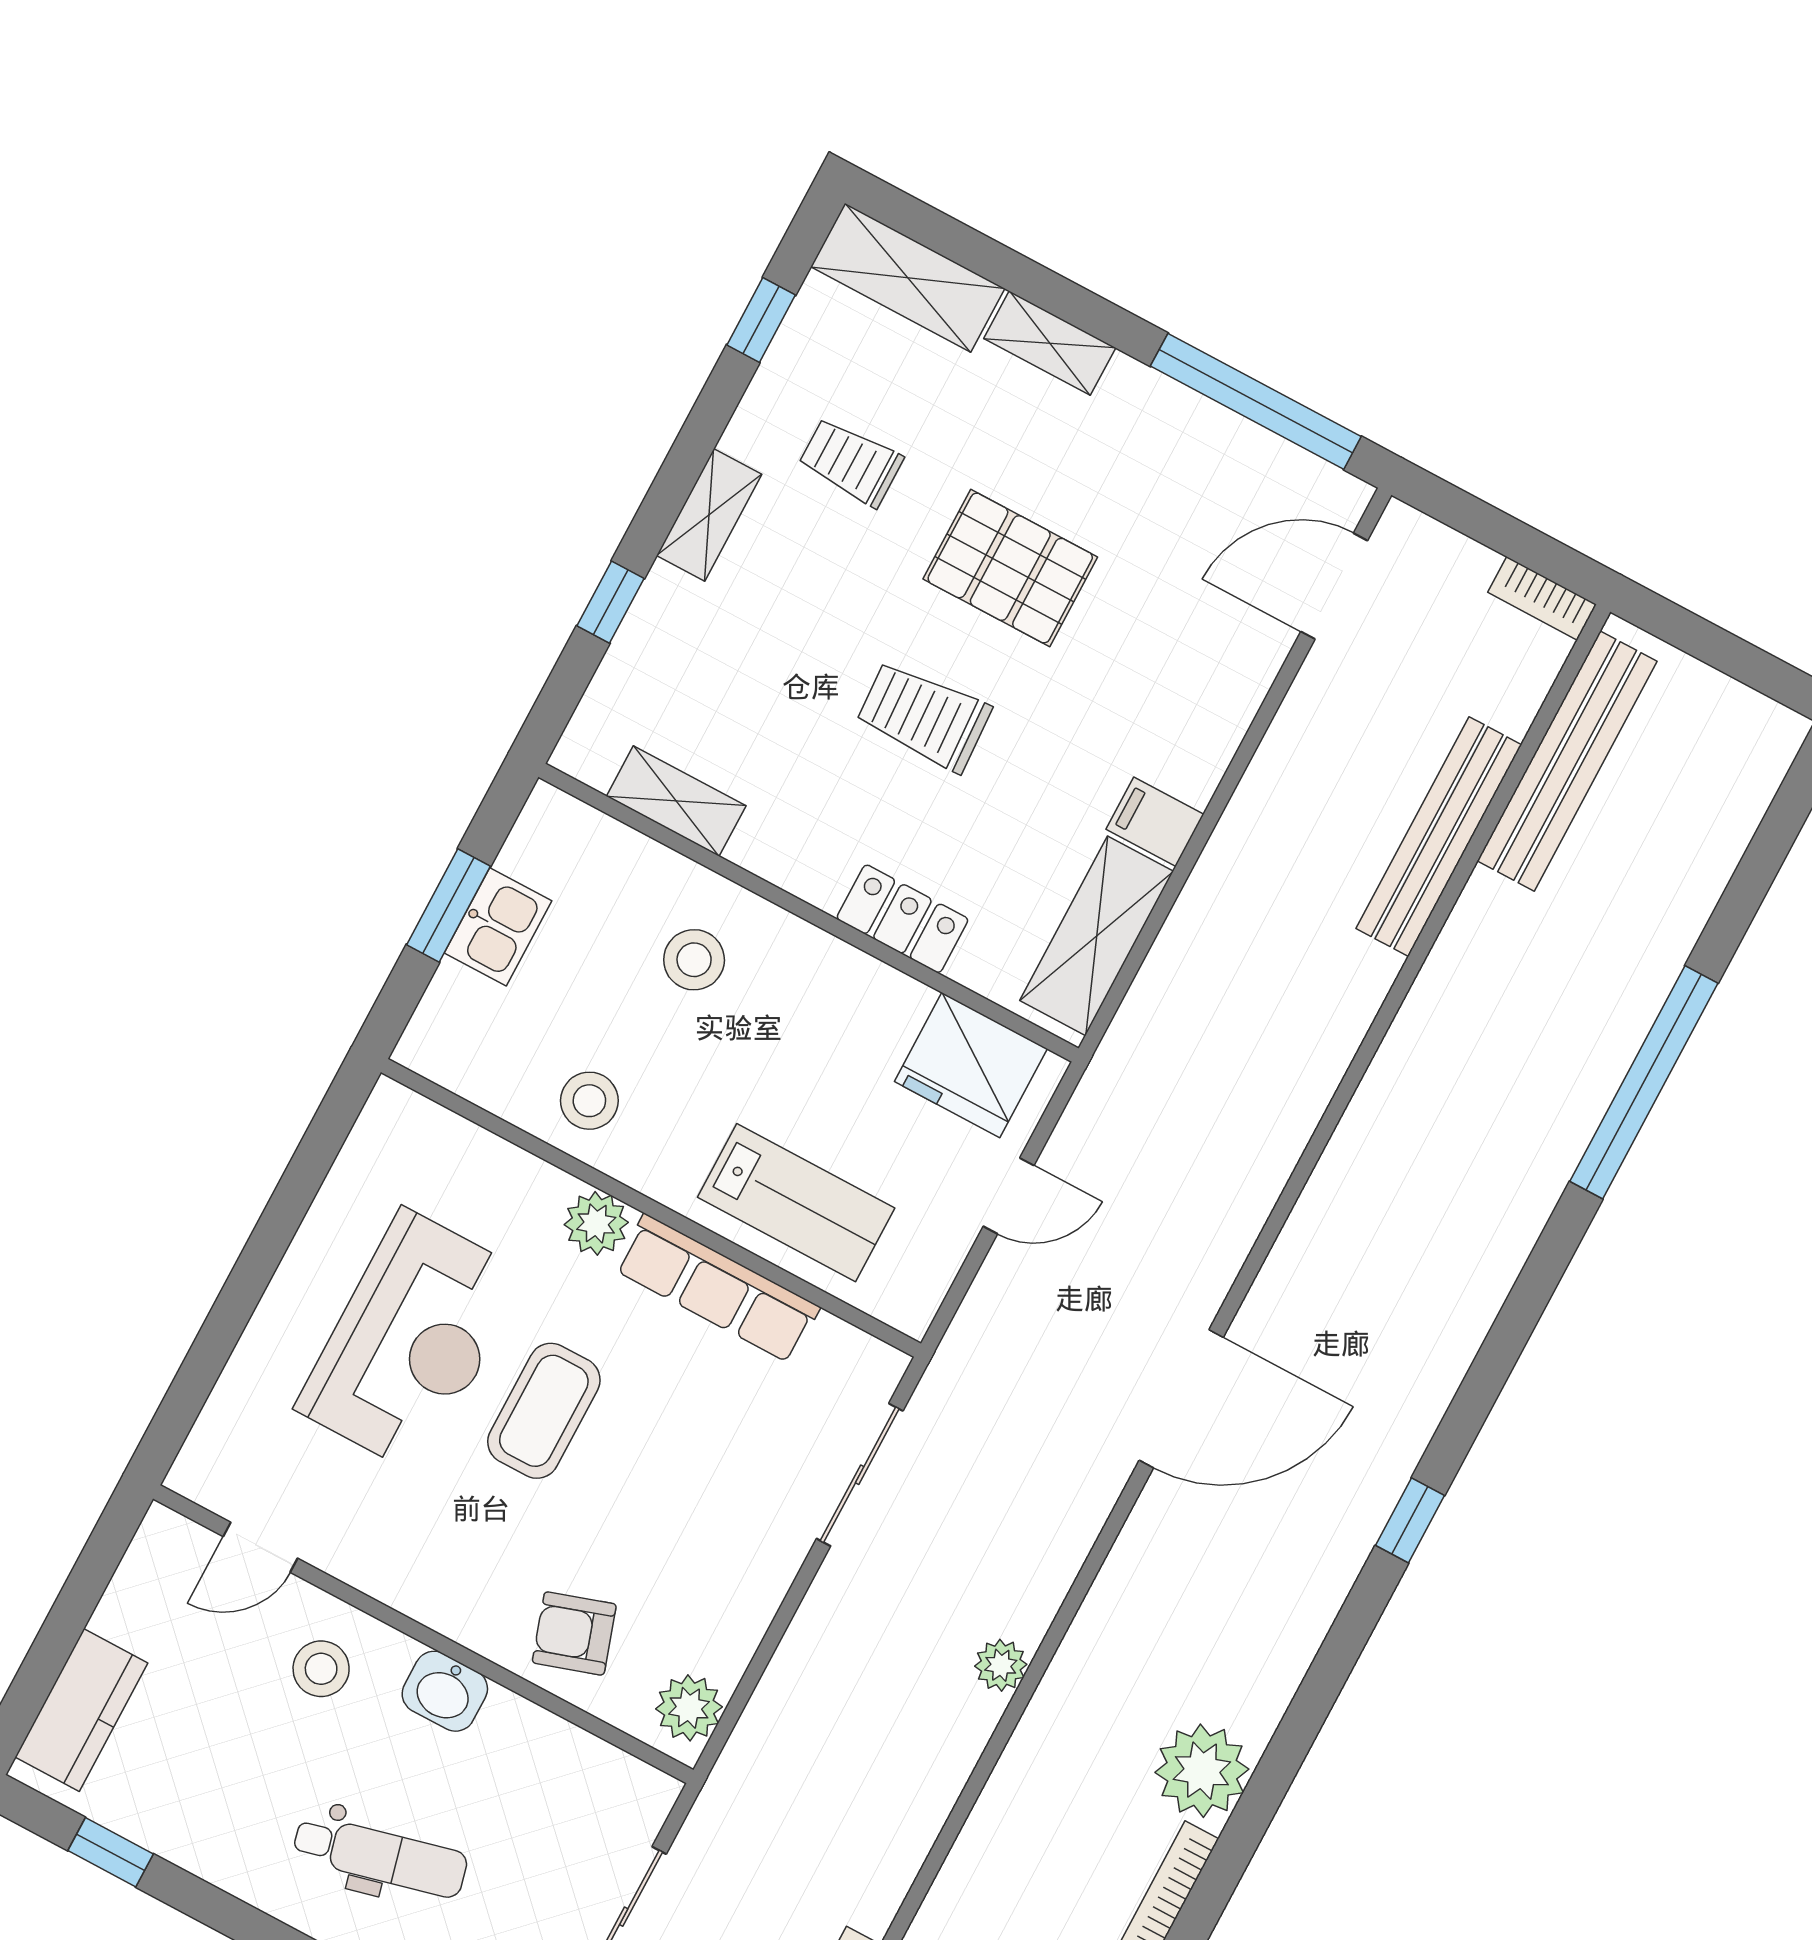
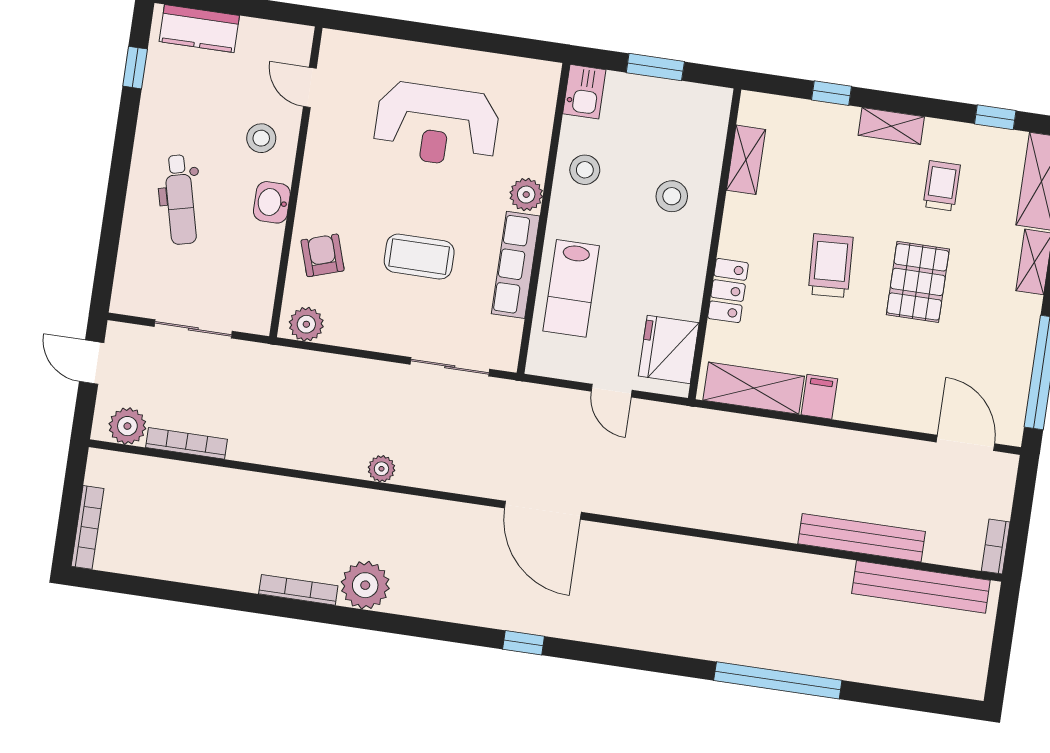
kitchen sink: (498, 927) -> (584, 92), moved, turned -90
coffee table: (544, 1411) -> (419, 257), moved

